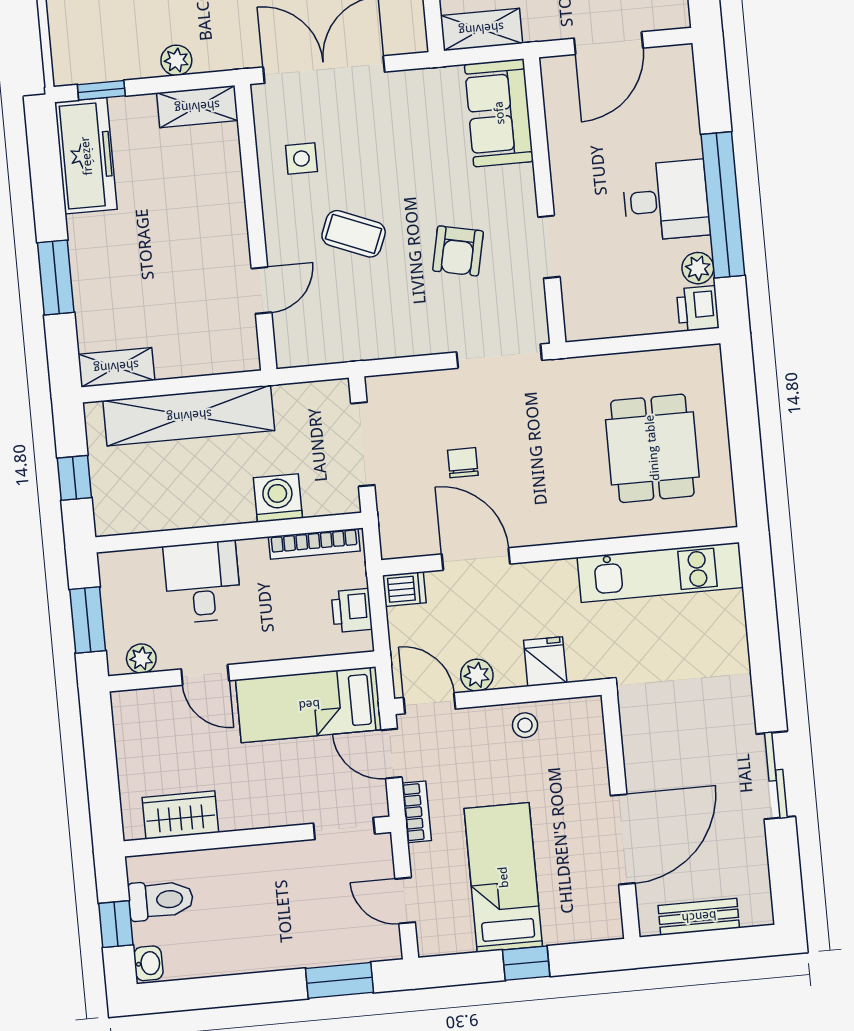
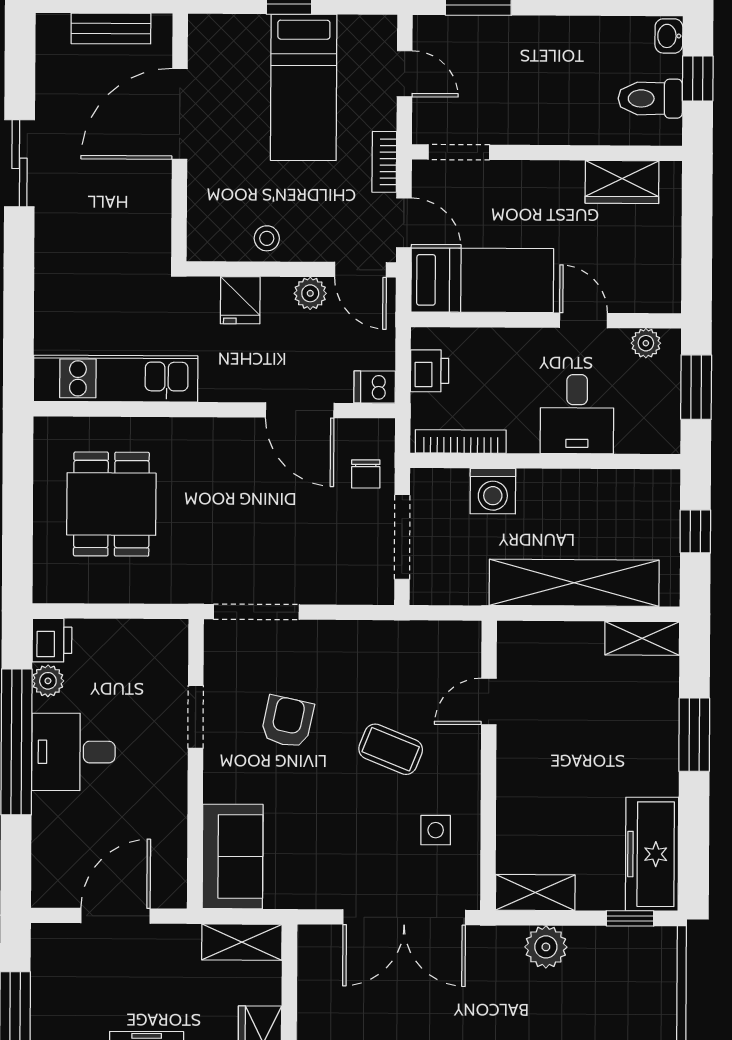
plant: (176, 60) -> (546, 947), width x1.38, depth x1.38
chair: (463, 463) -> (366, 474), moved

